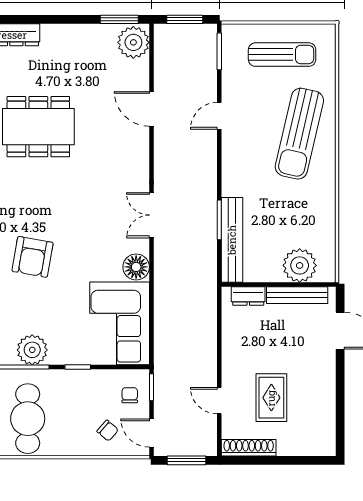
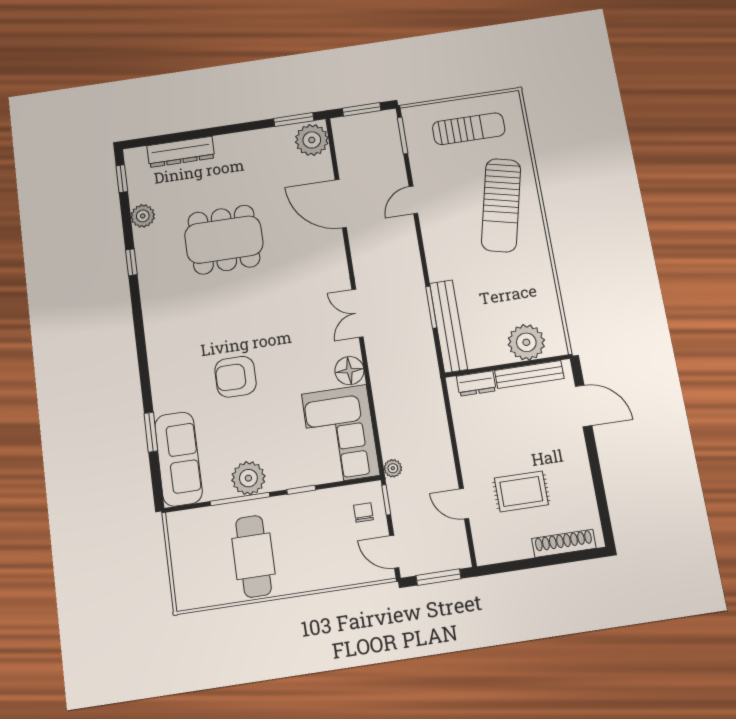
door: (151, 109) -> (341, 204), width x1.36
armchair: (33, 257) -> (236, 377), turned 80
plant: (162, 360) -> (393, 468), added
rug: (271, 398) -> (521, 491), turned 90
chair: (108, 431) -> (345, 556), removed
shoe rack: (249, 448) -> (564, 543), moved

